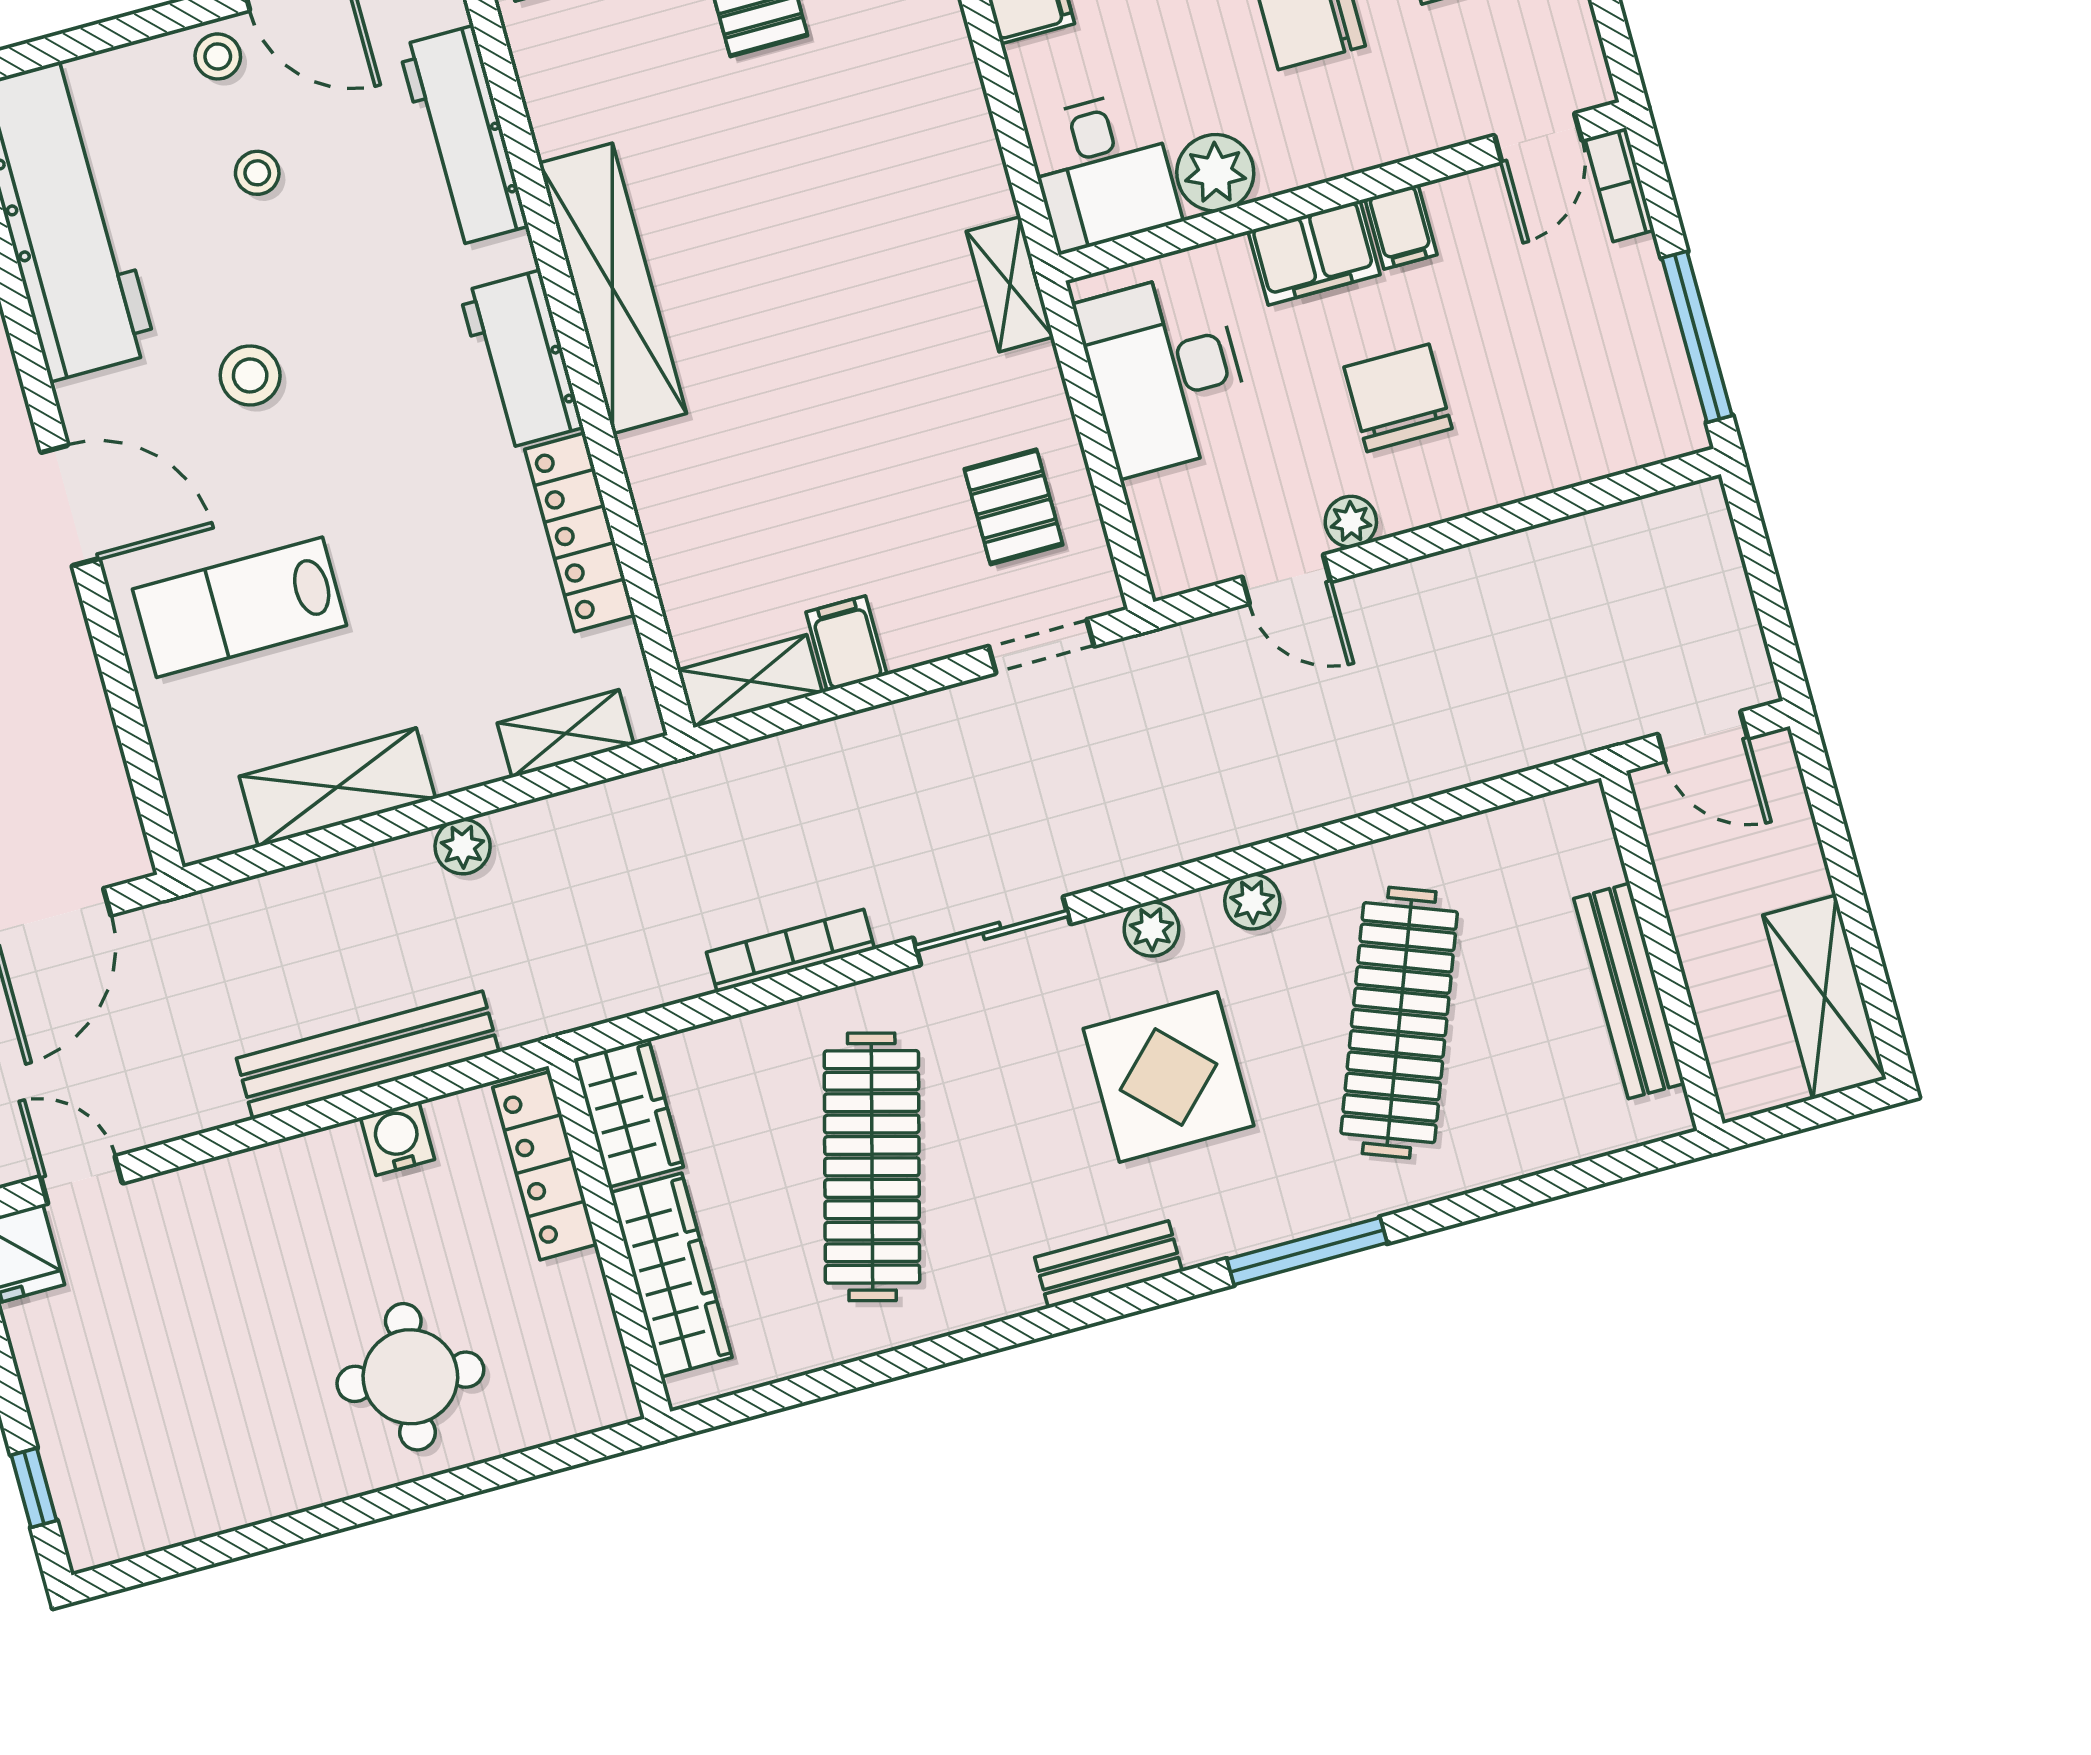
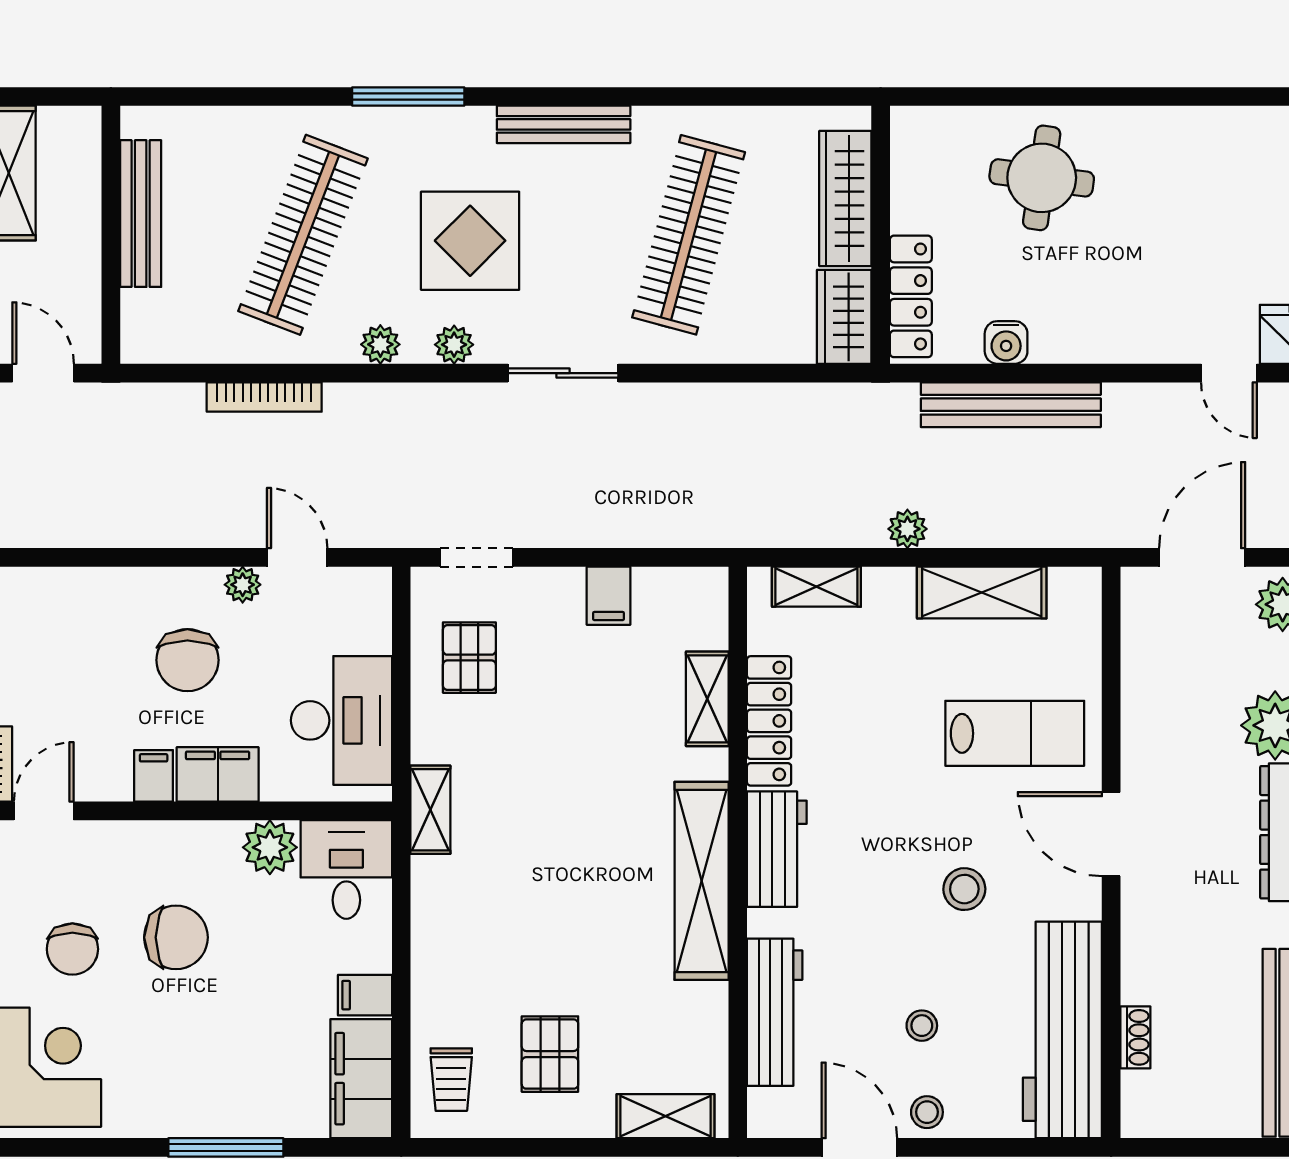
shelving: (750, 681) -> (707, 699), moved, turned 90
bookcase: (791, 951) -> (264, 397), moved
bench: (1108, 1264) -> (564, 124), width x1.36

